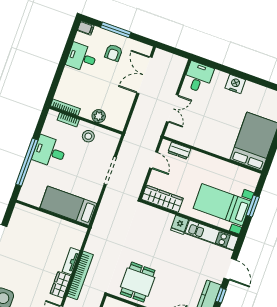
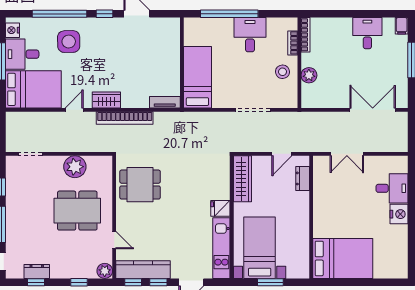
armchair: (113, 53) -> (385, 67), removed
desk: (198, 77) -> (392, 188), moved
tv unit: (71, 261) -> (165, 102), moved

